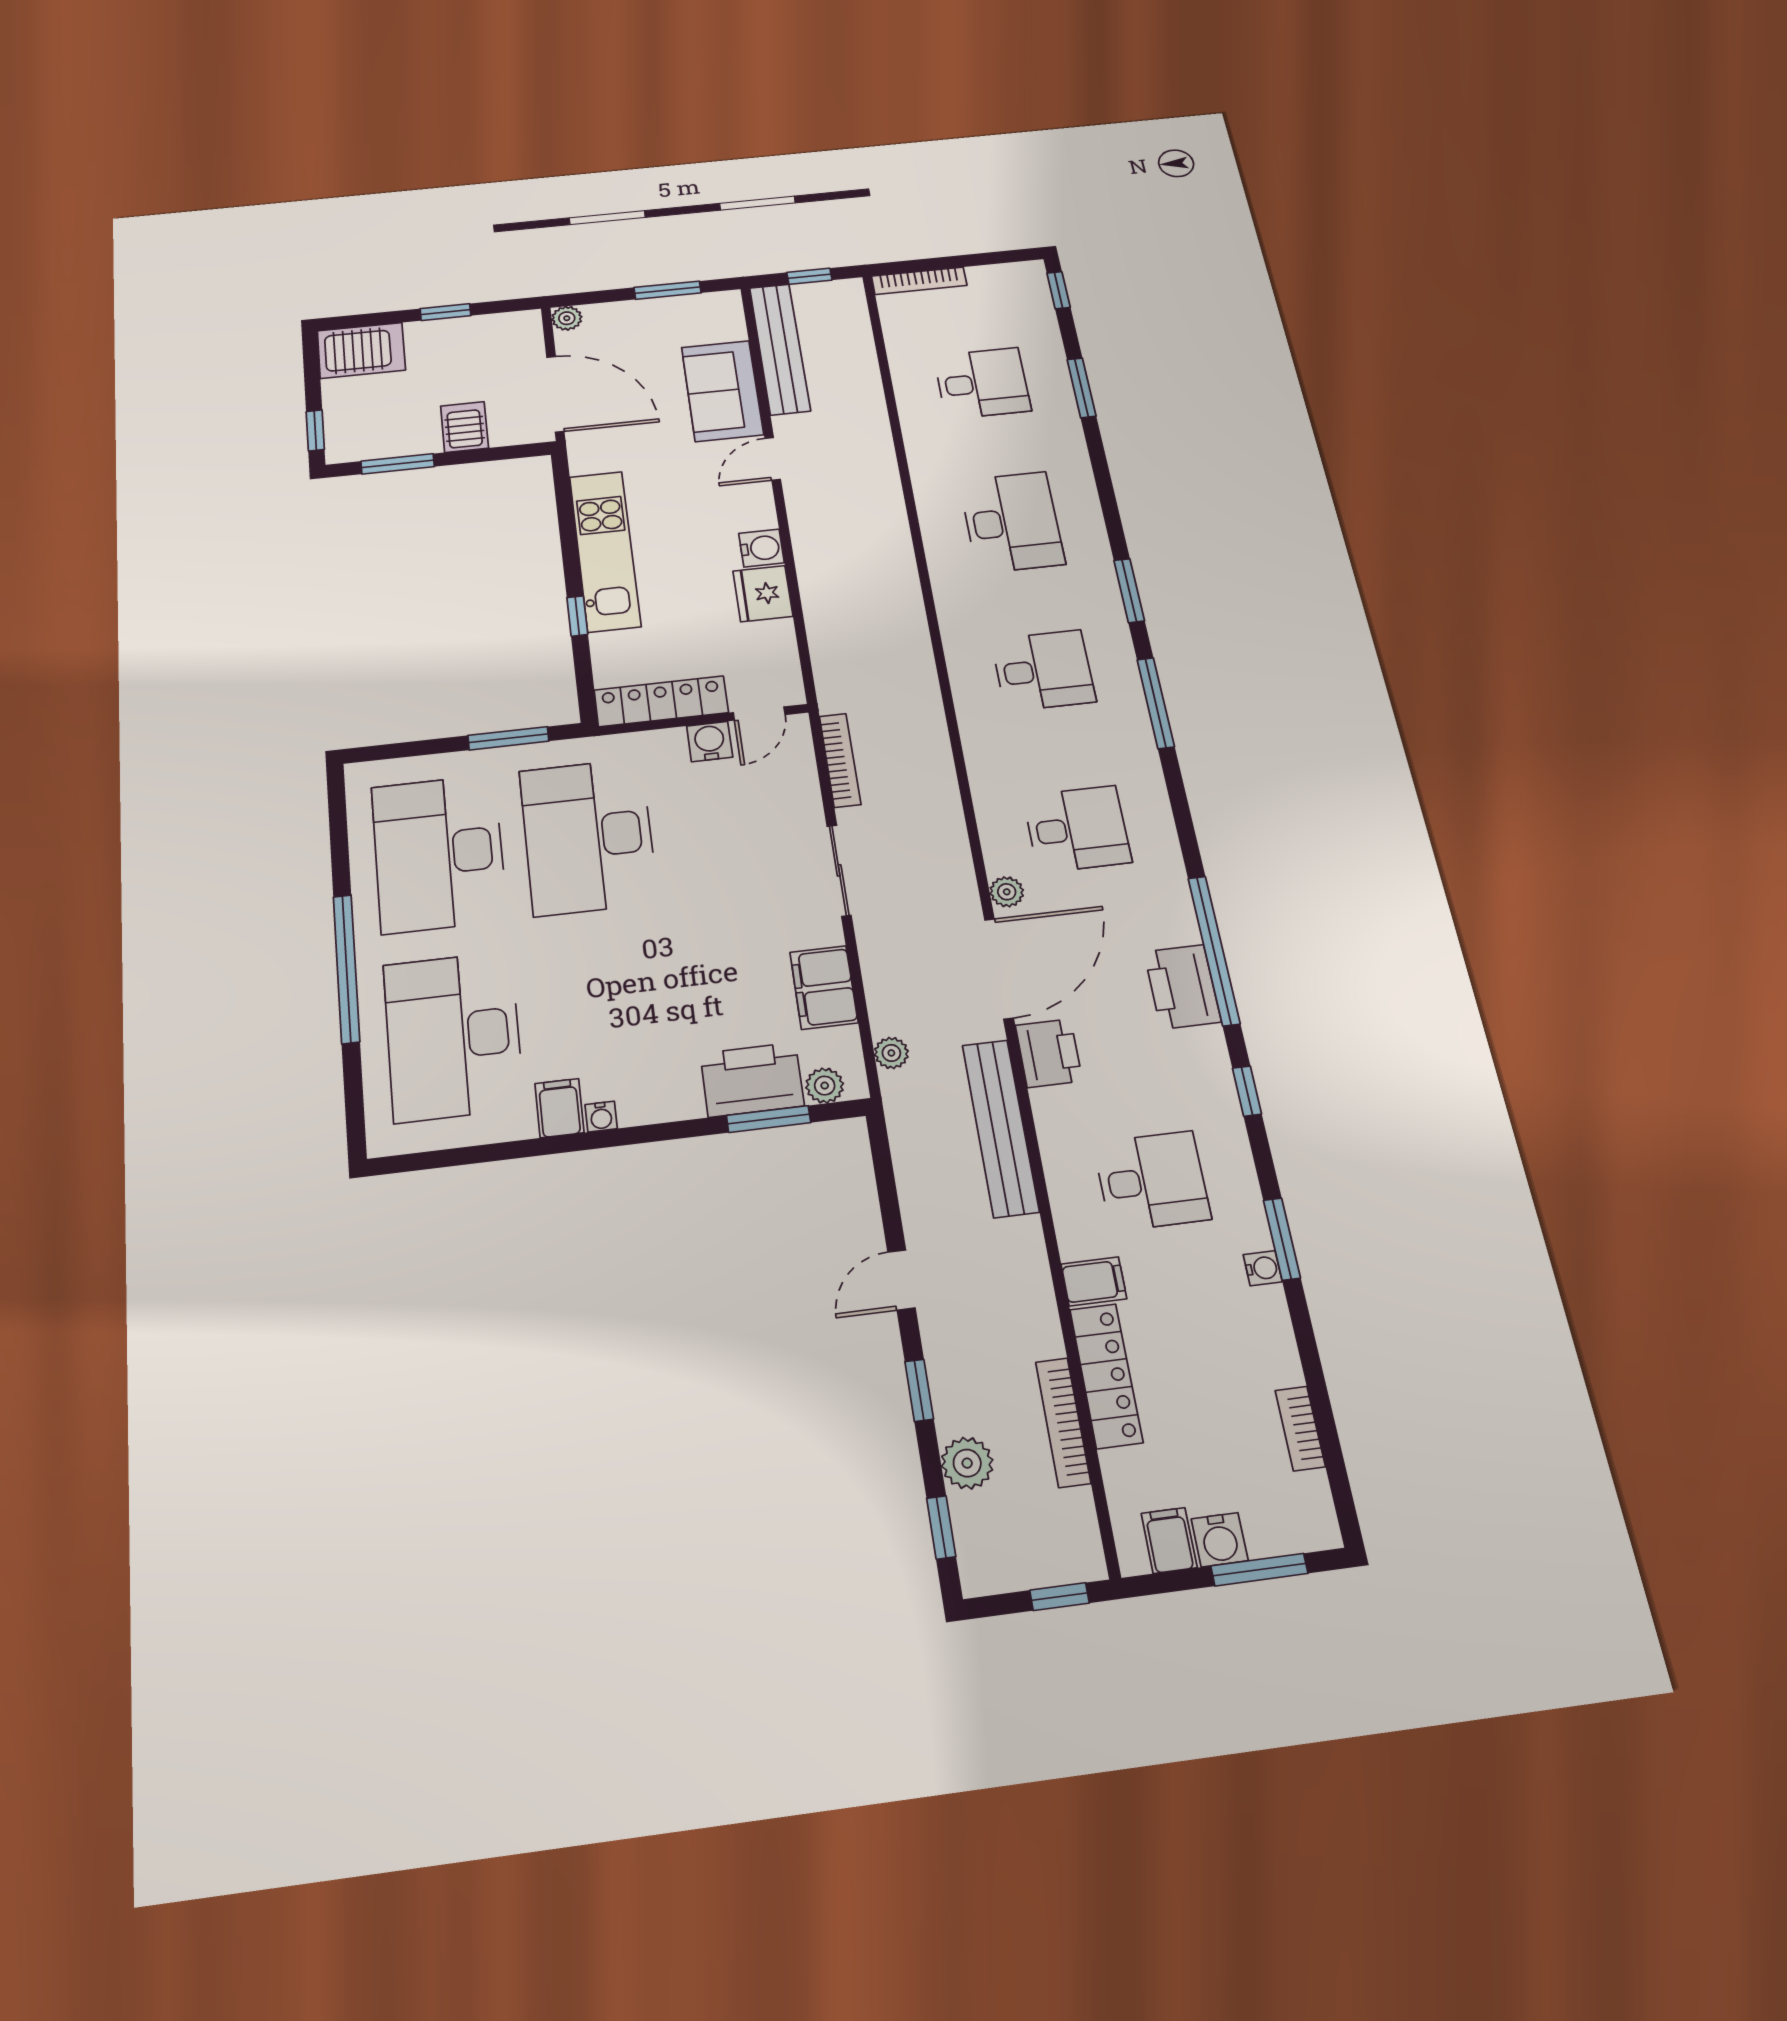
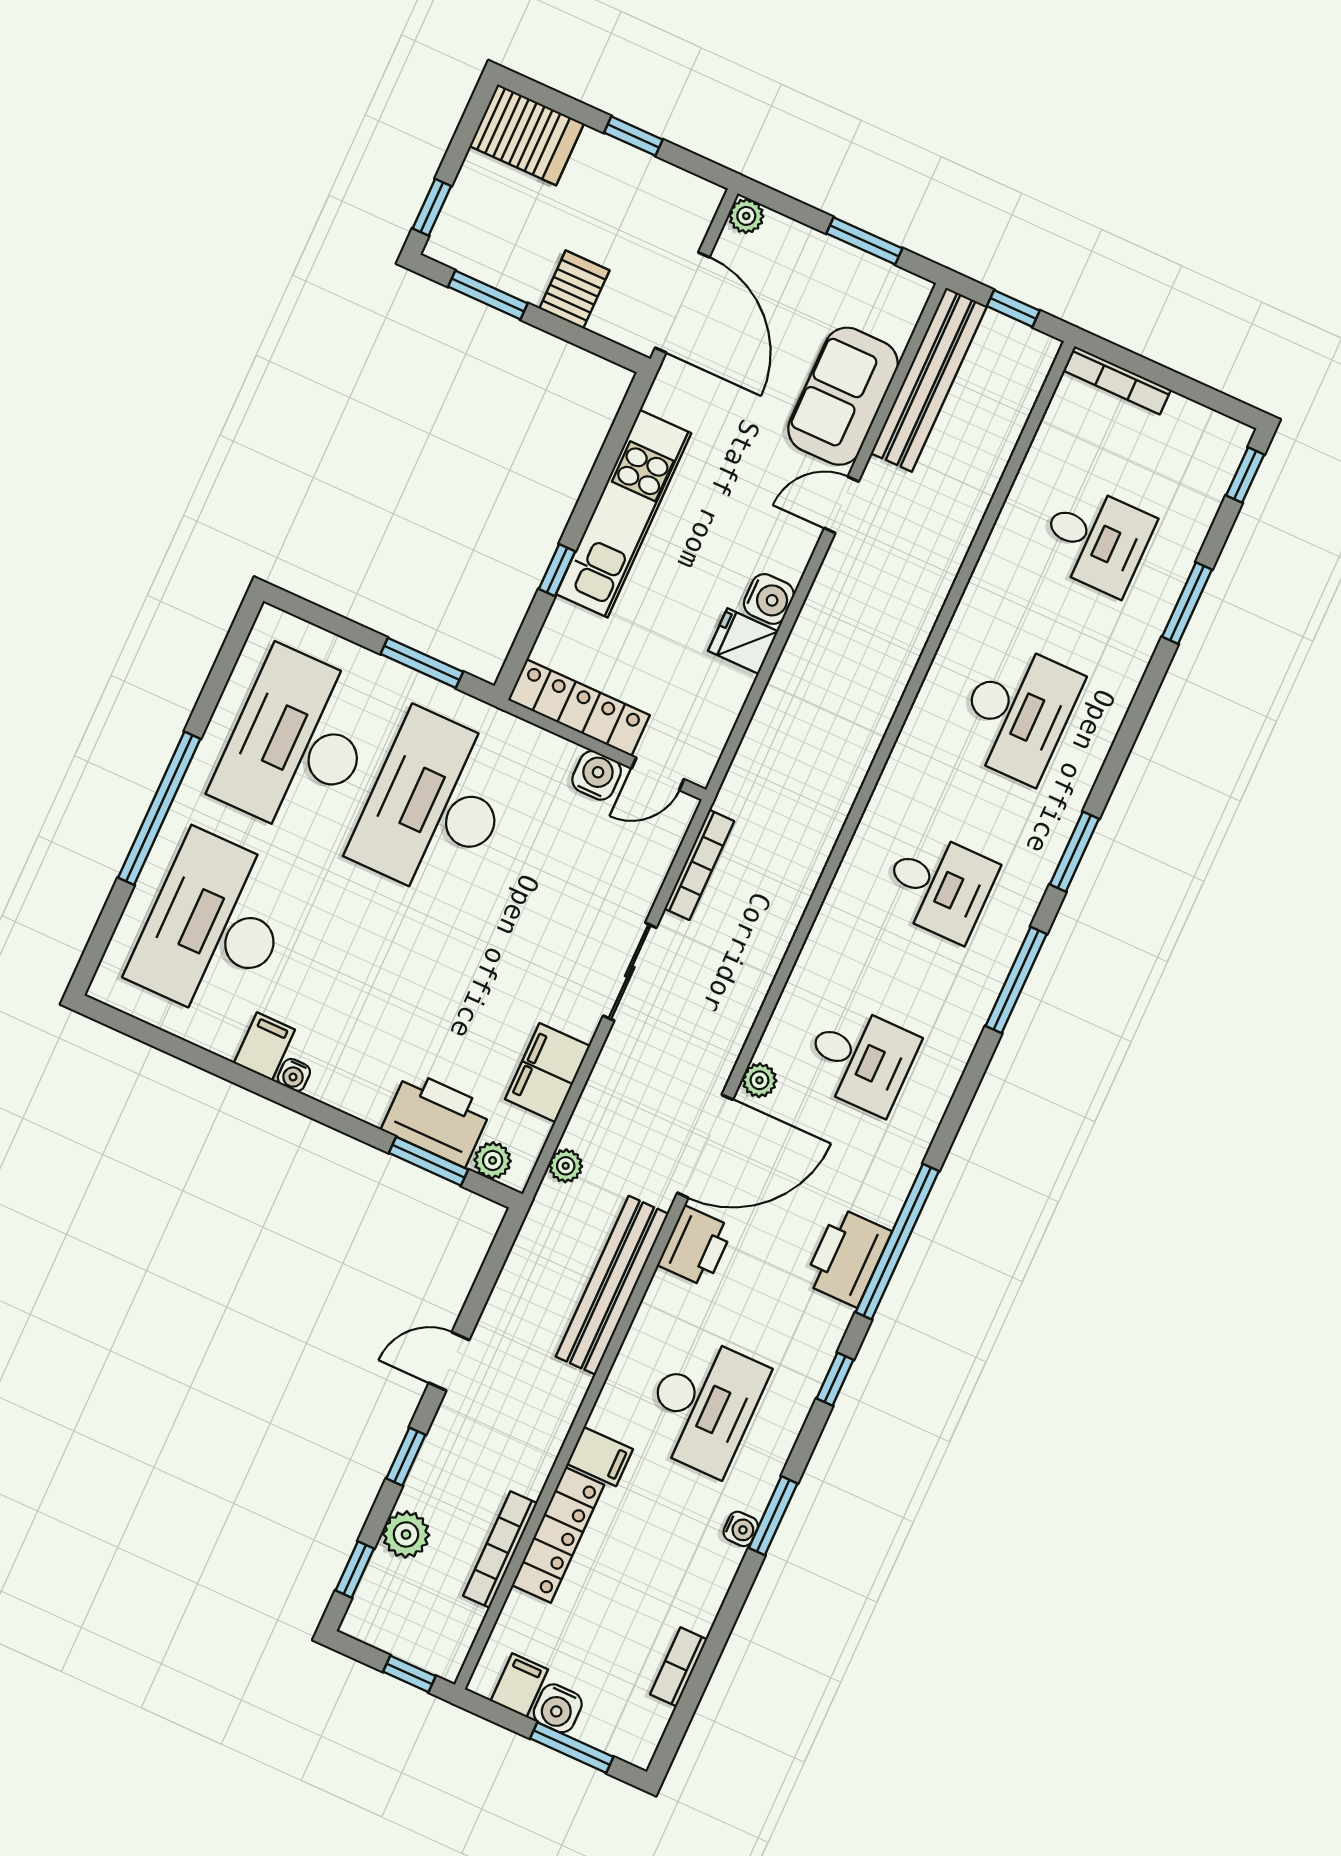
fridge: (763, 594) -> (743, 641), width x0.72
desk: (1152, 1181) -> (703, 1405), width x1.37

